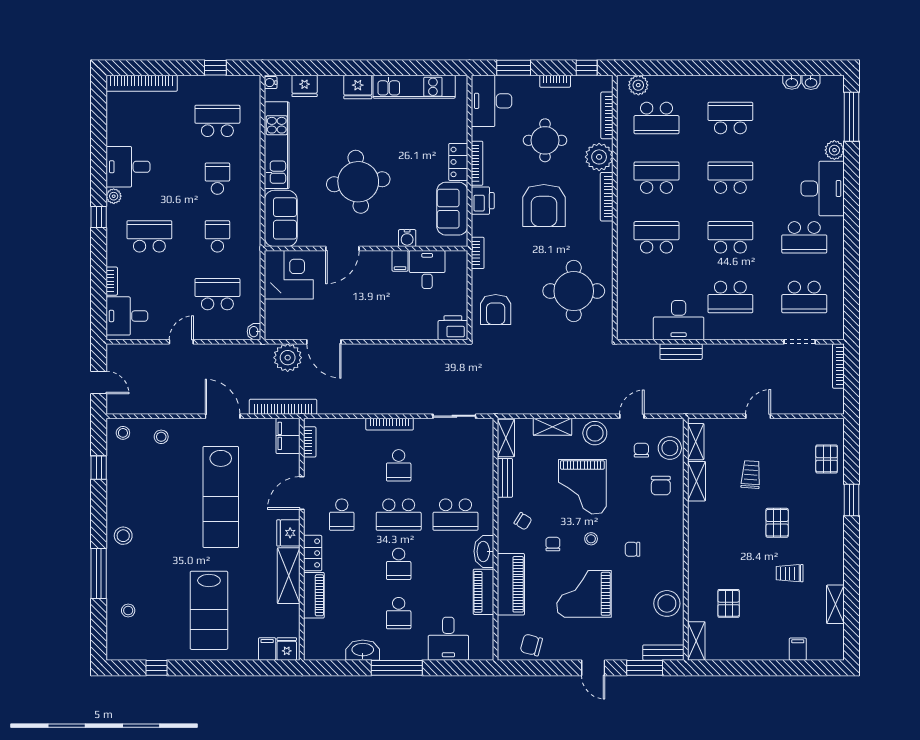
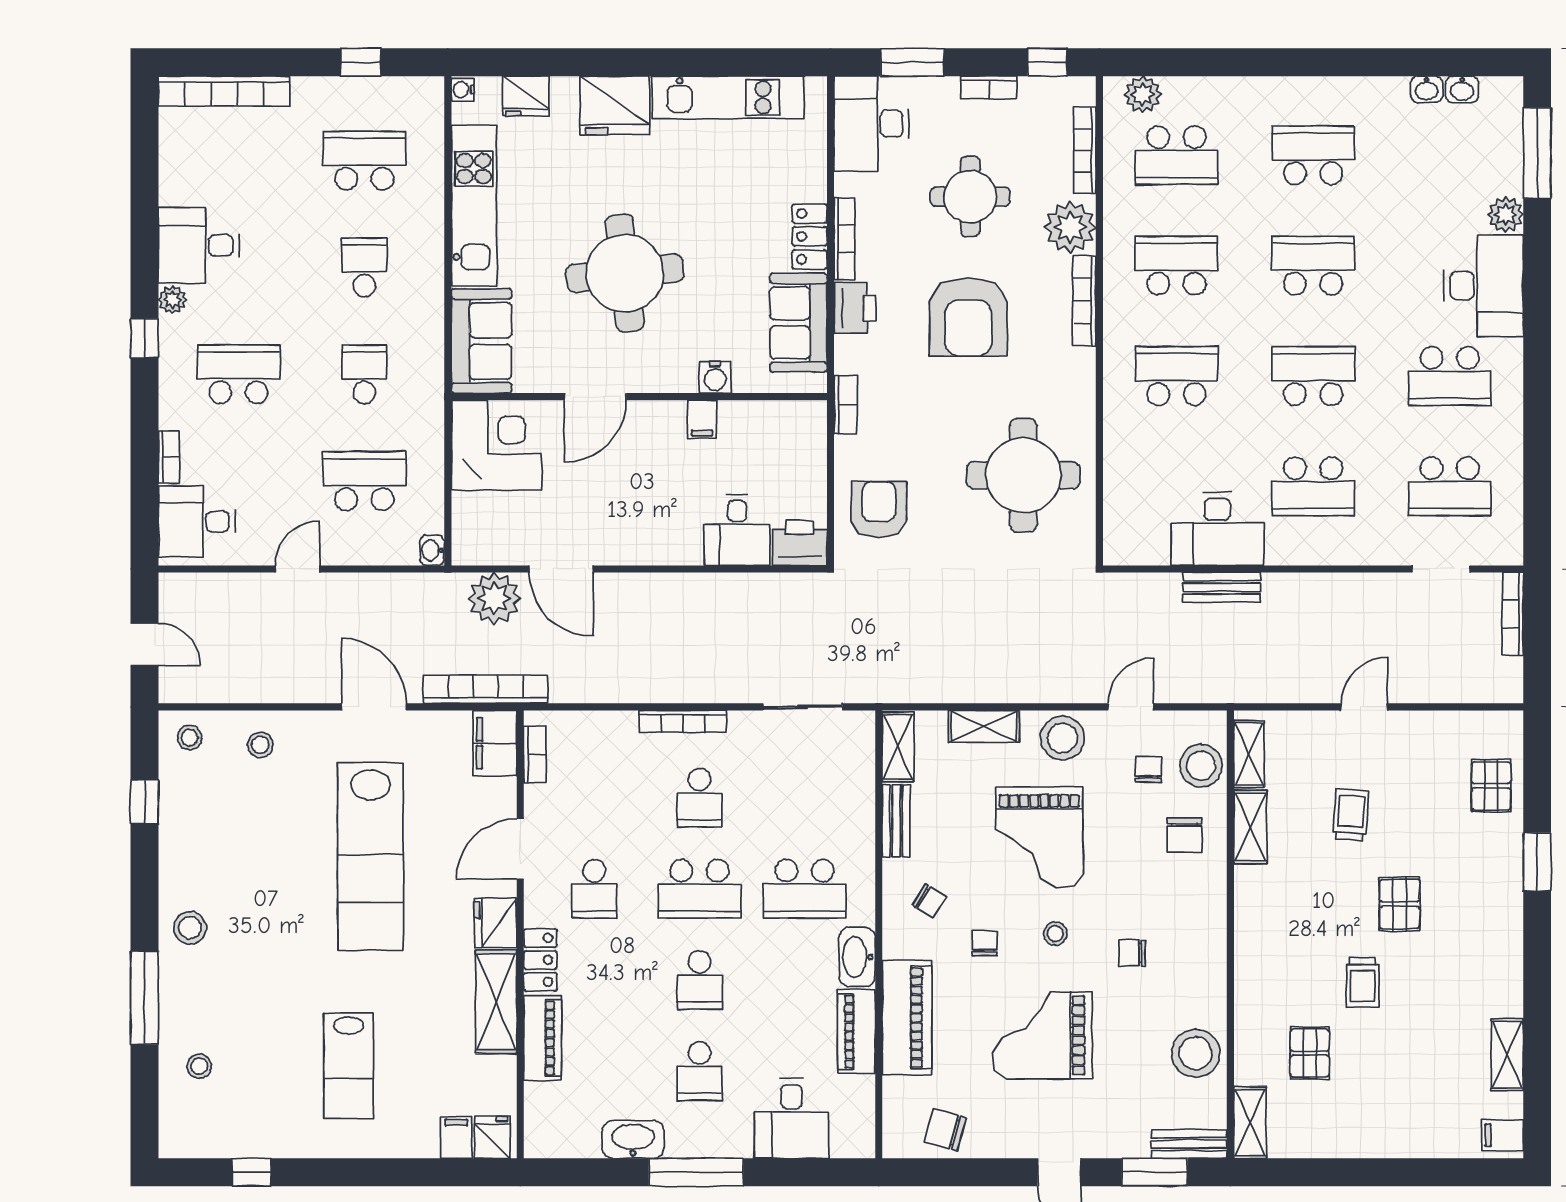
fridge: (358, 87) -> (615, 106), width x1.36, depth x1.34
desk: (427, 270) -> (737, 530), moved, turned 180
armchair: (496, 310) -> (879, 509), turned 180
trolley: (790, 573) -> (1363, 983), moved, turned -90
lab bench: (209, 610) -> (349, 1066), width x0.73, depth x0.72
filing cabinet: (798, 649) -> (1503, 1135), moved, turned -90

